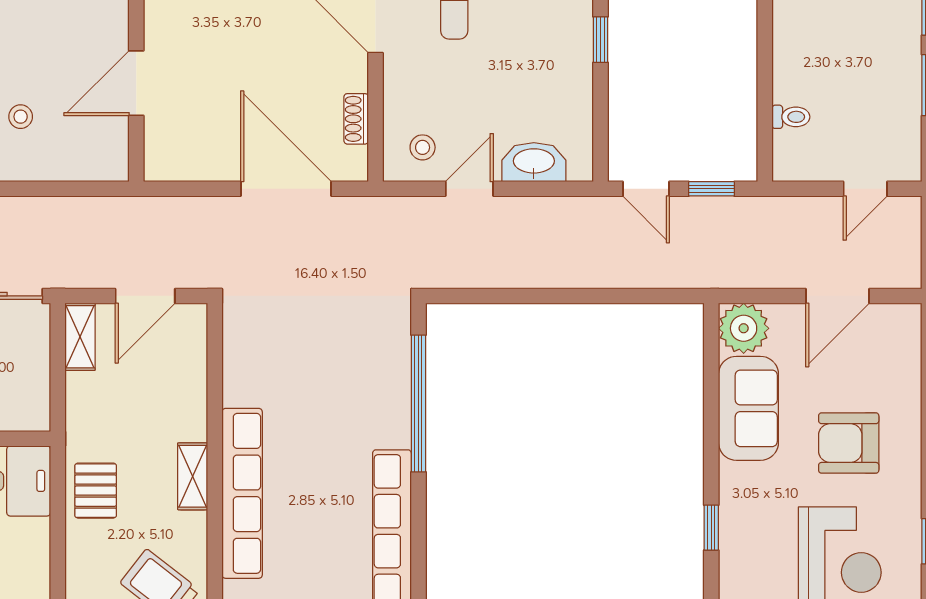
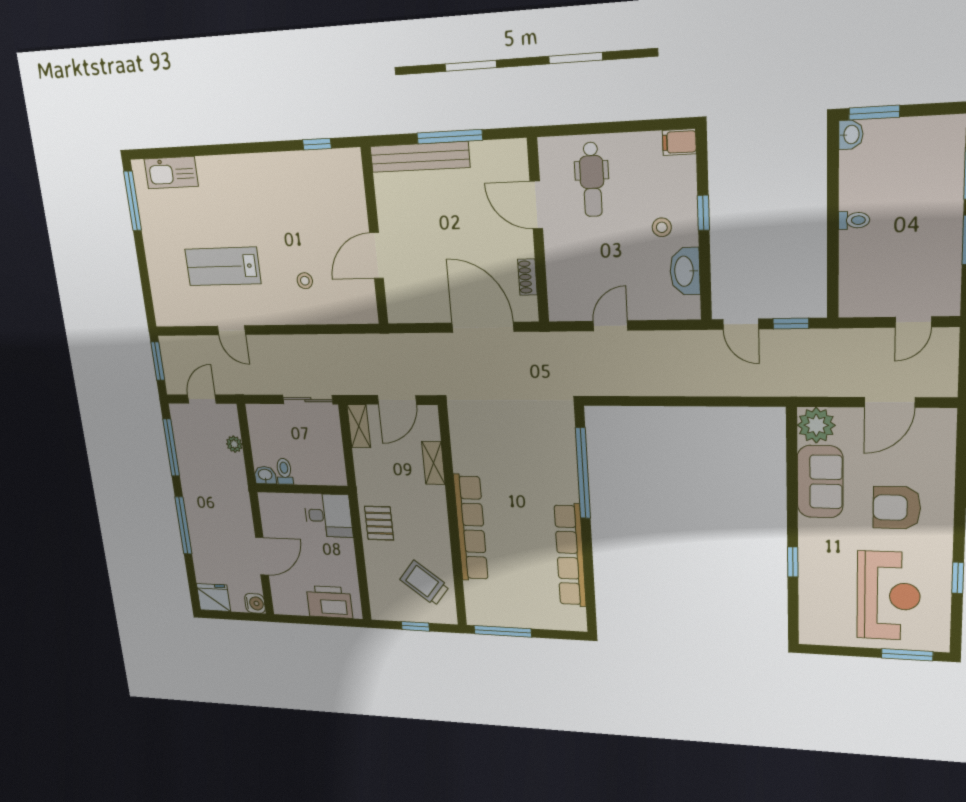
toilet: (791, 117) -> (854, 220), moved
stool: (423, 147) -> (662, 227), moved
washbasin: (534, 162) -> (685, 271), moved, turned -90
shelving: (193, 476) -> (433, 463), moved

